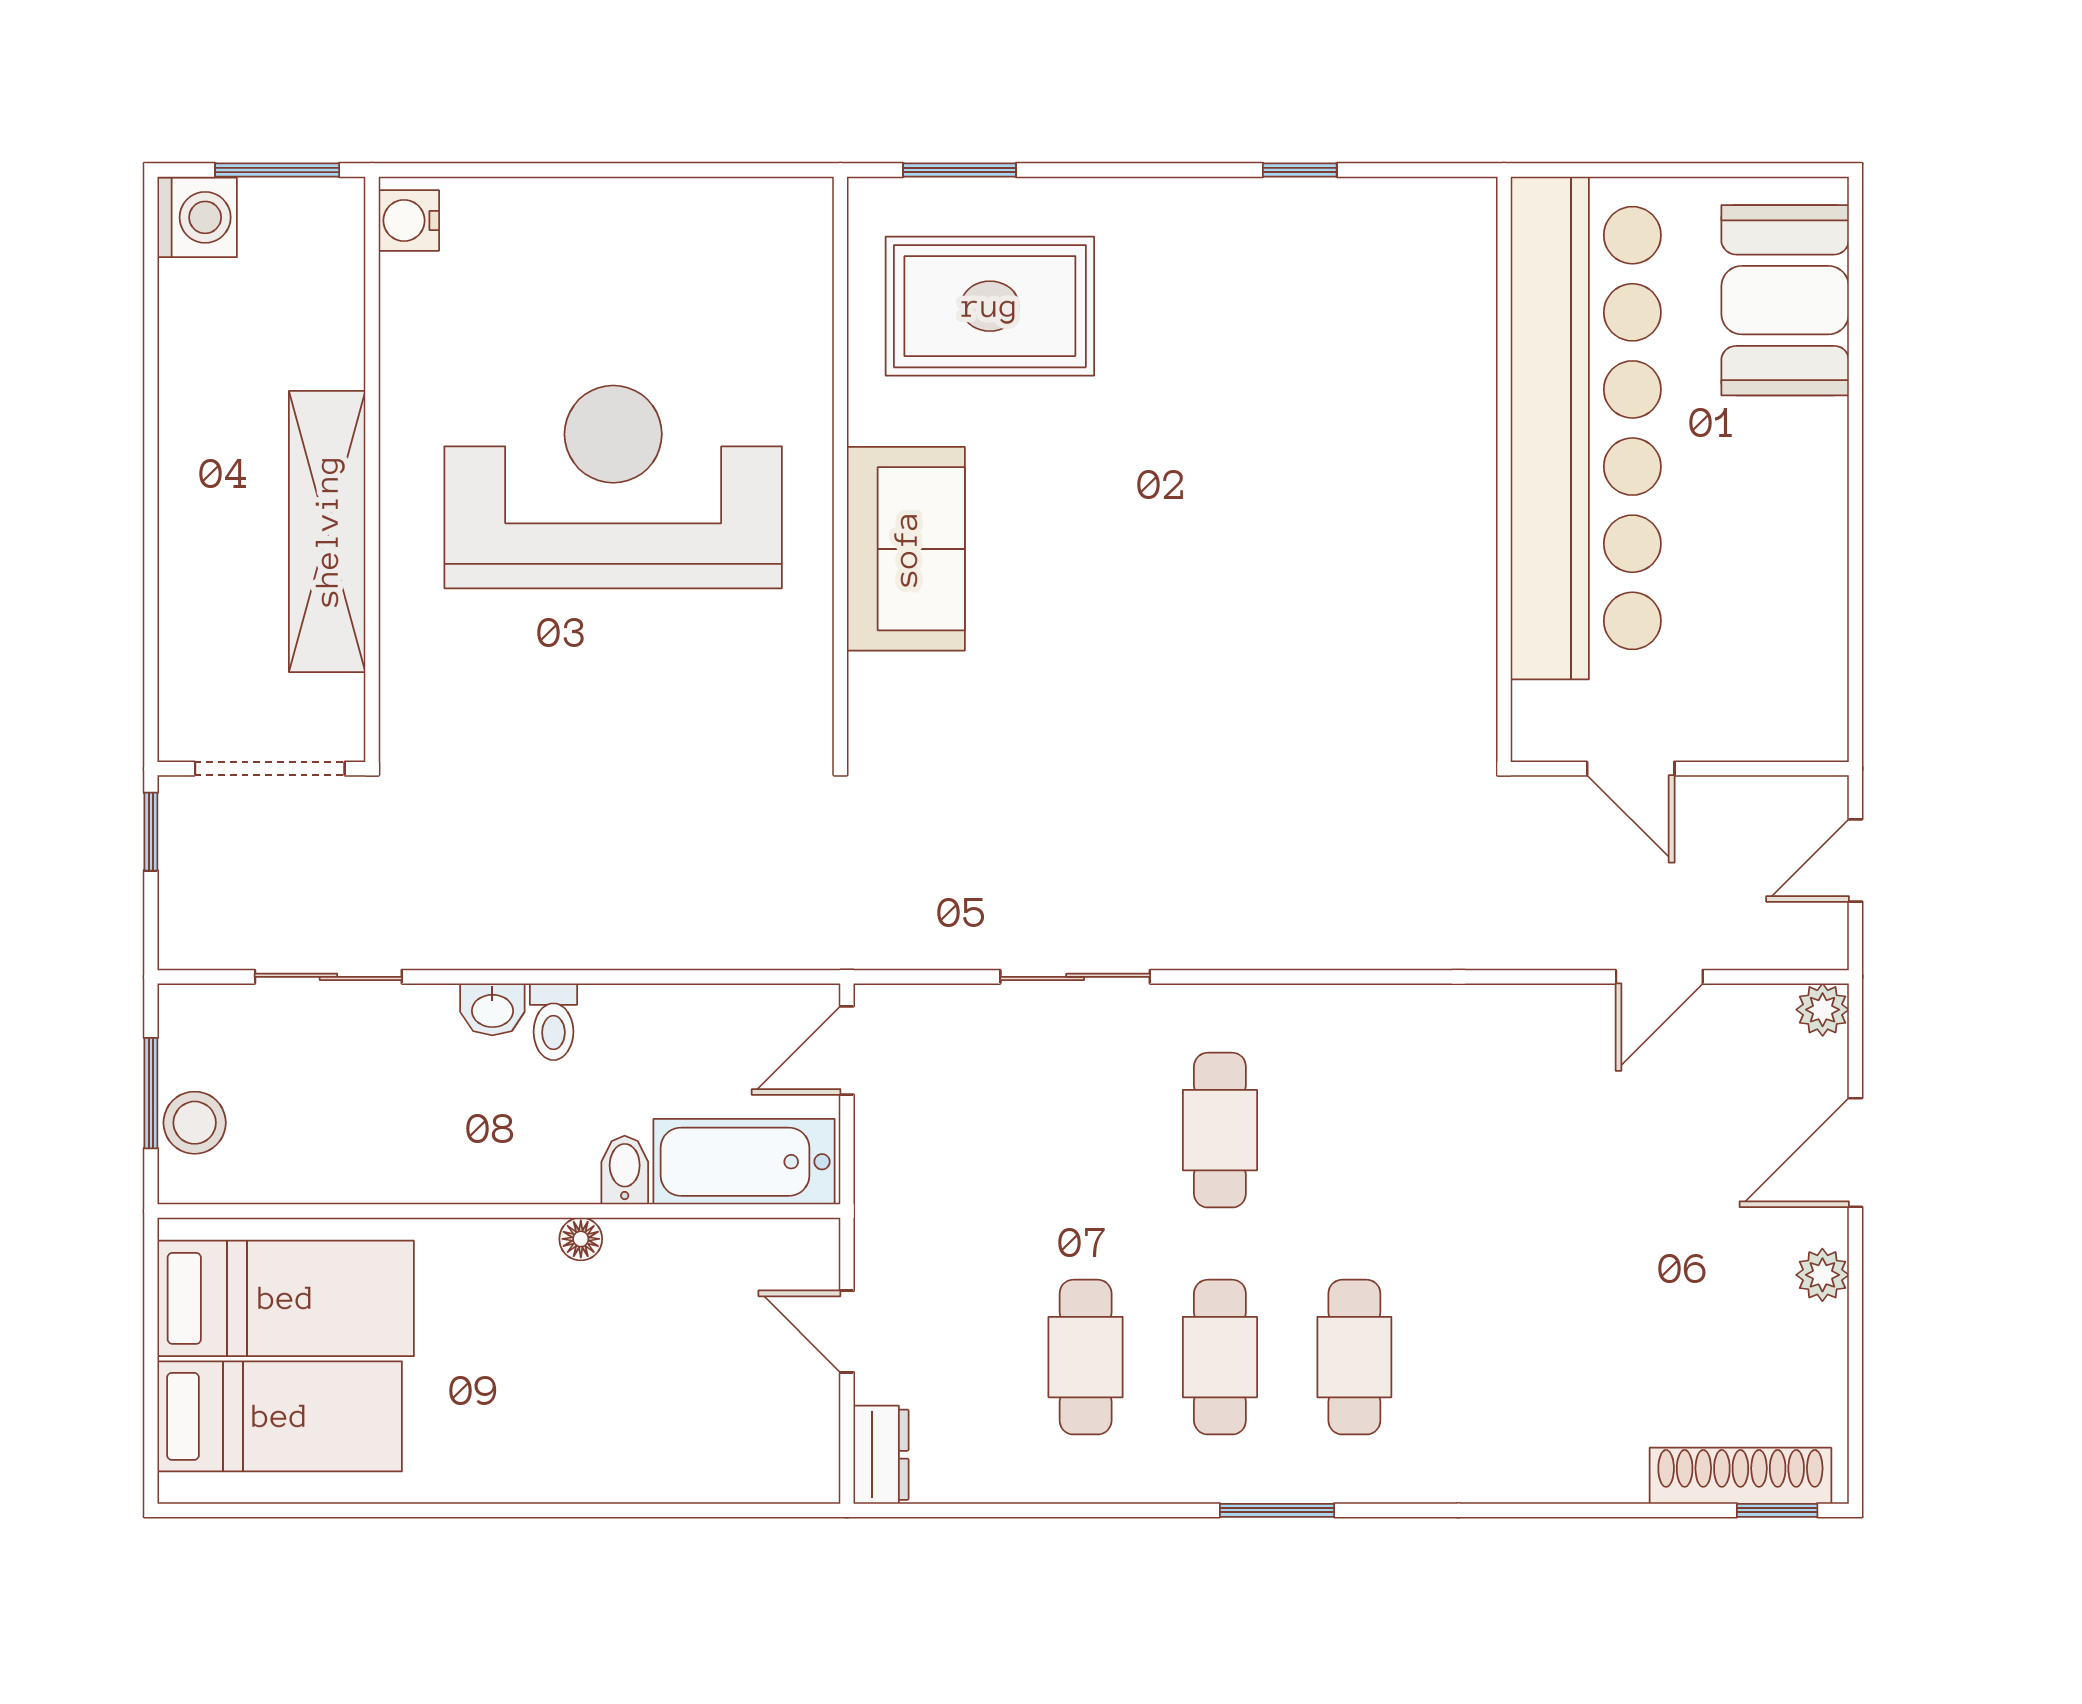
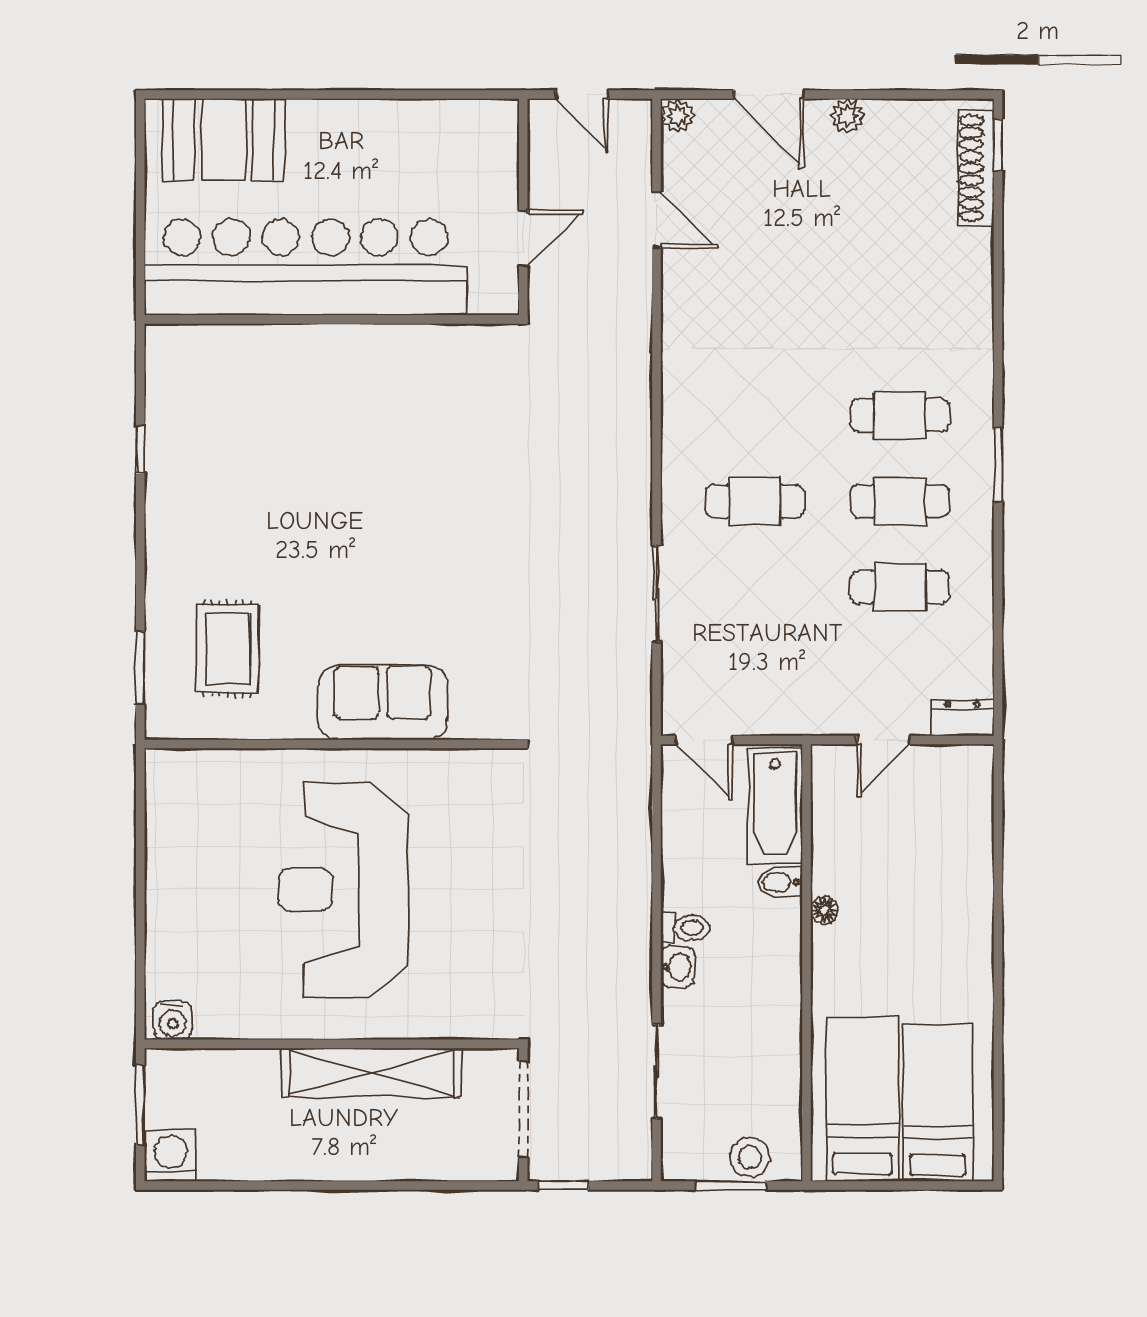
rug: (990, 306) -> (227, 648), width x0.73, depth x0.70

